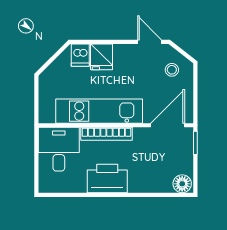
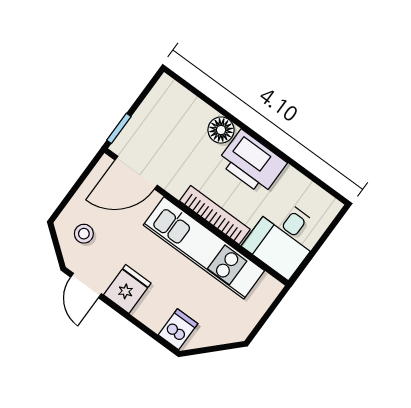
fridge: (102, 57) -> (127, 289), moved
floor lamp: (182, 184) -> (221, 130), moved

